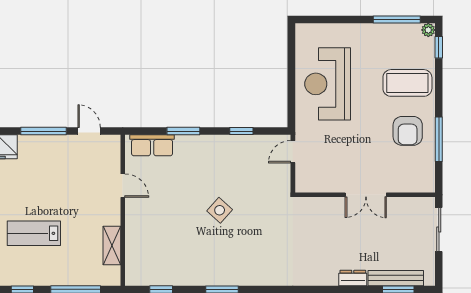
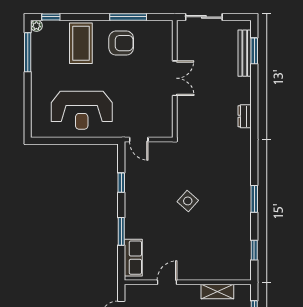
dresser: (353, 278) -> (245, 116), moved

